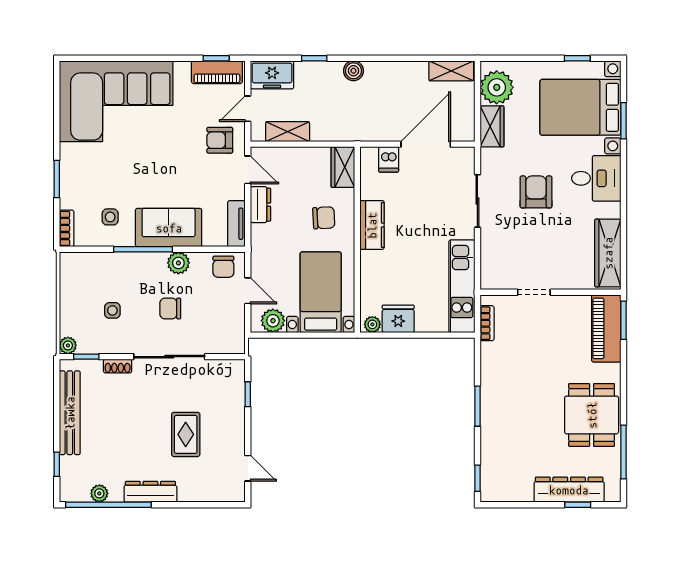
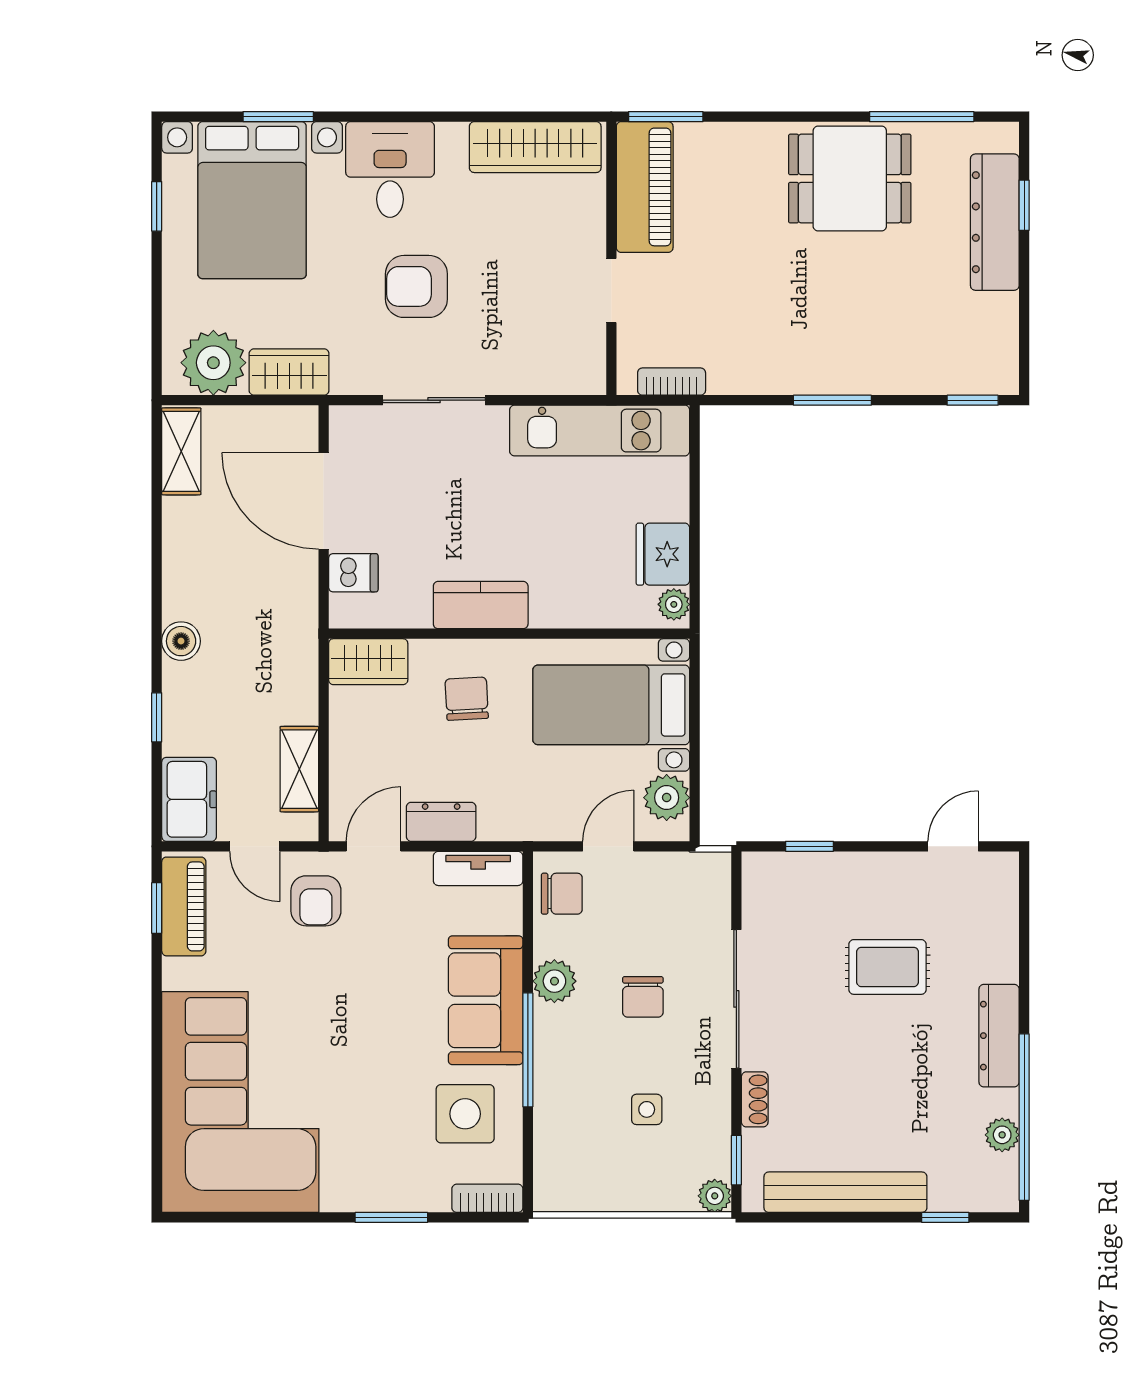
side table: (110, 217) -> (465, 1114), width x1.87, depth x1.87
piano: (606, 328) -> (645, 187), moved, turned -90

